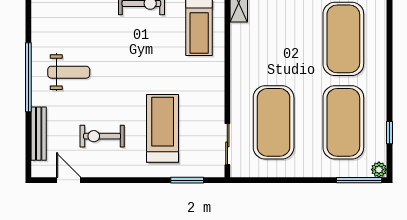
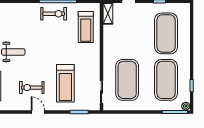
treadmill: (163, 128) -> (65, 83), turned 180
door: (69, 180) -> (38, 112), moved

